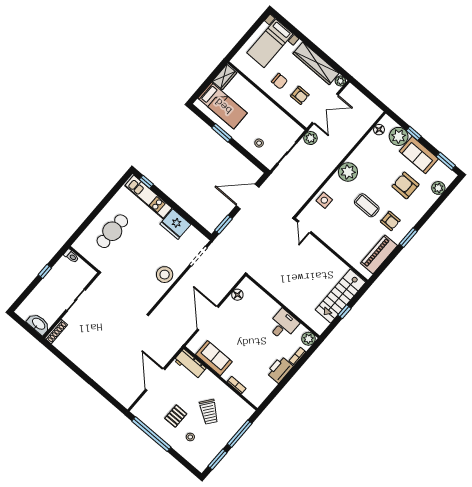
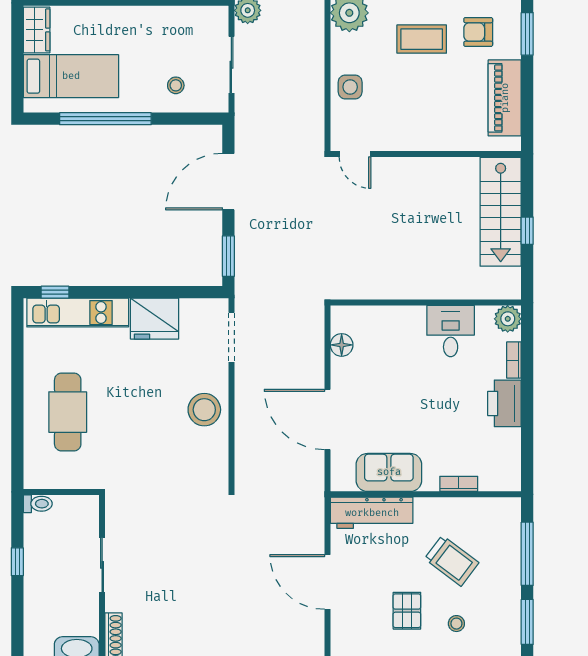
window: (222, 133) -> (105, 119), width x2.11
armchair: (390, 221) -> (478, 32), turned 180
workbench: (190, 364) -> (372, 513), width x1.38

